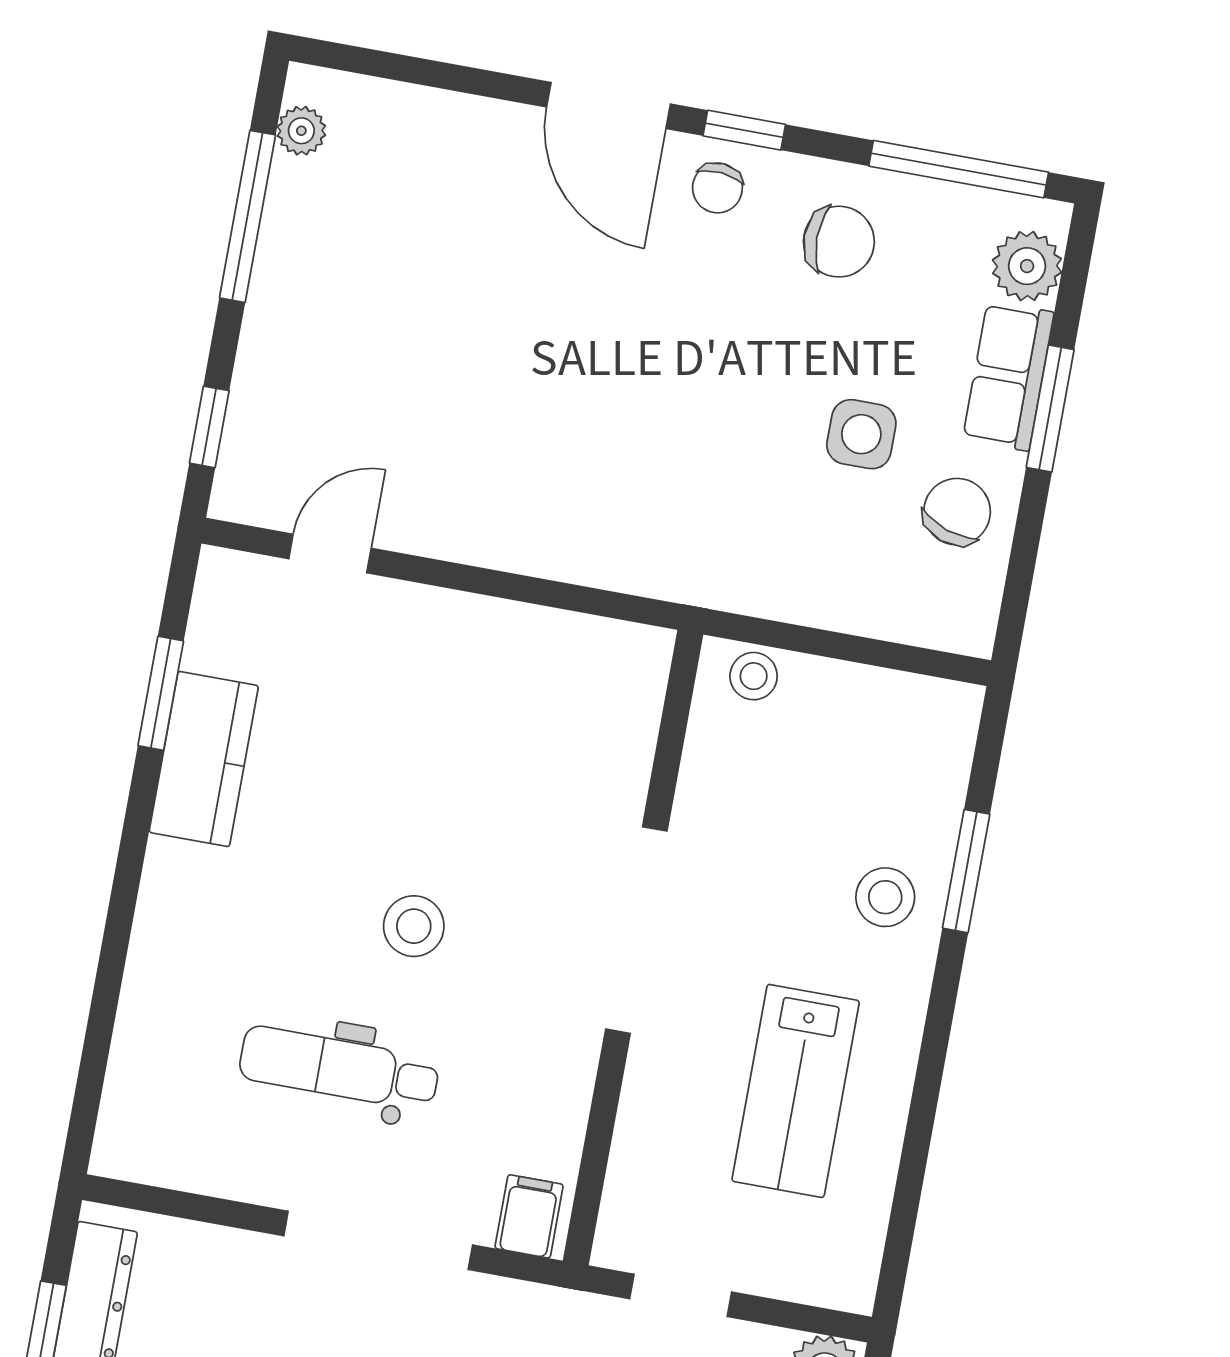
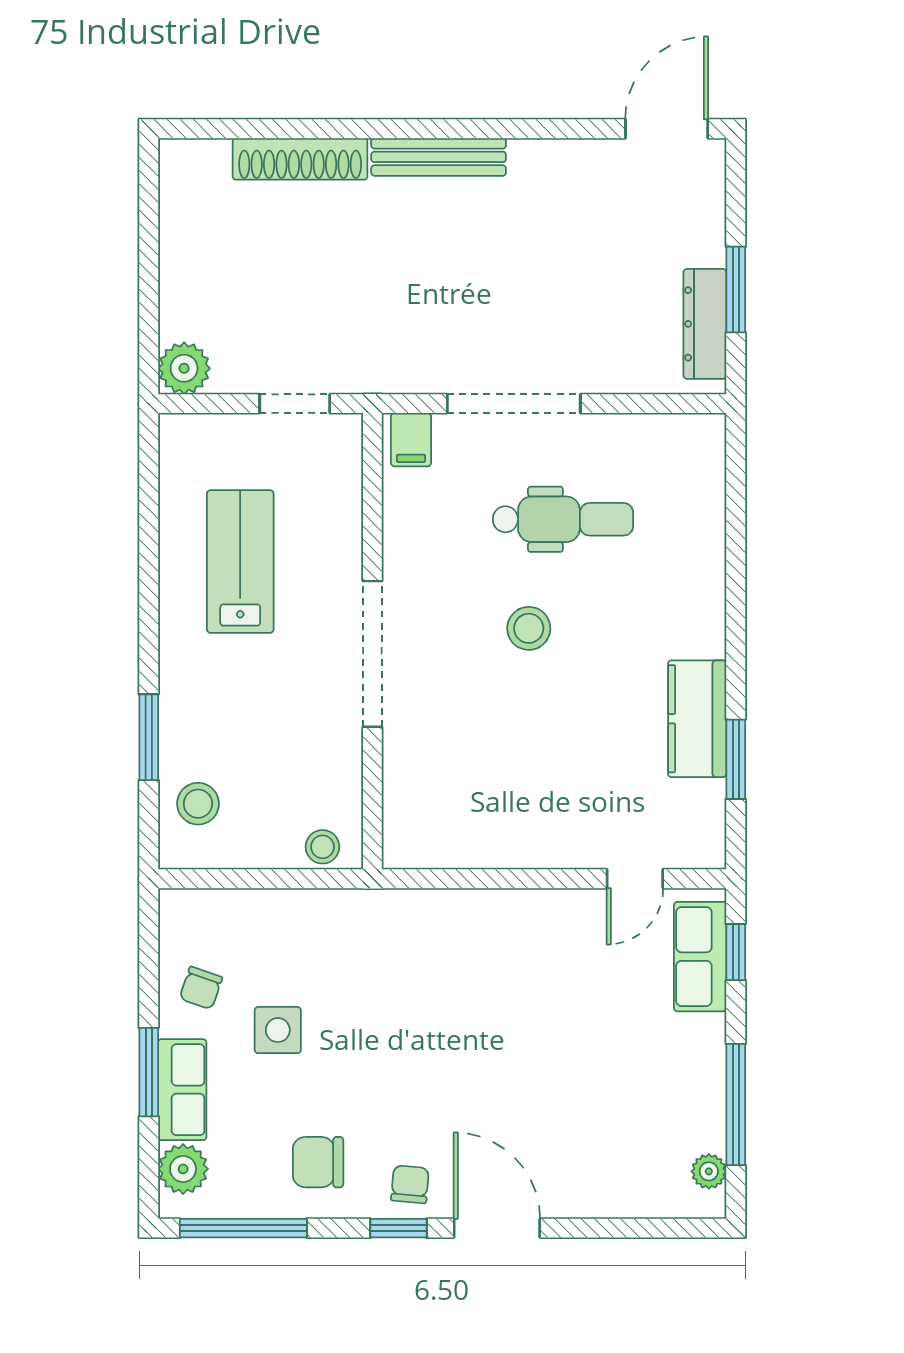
row of seats: (259, 430) -> (700, 957), added
chair: (957, 512) -> (201, 988), width x0.73, depth x0.73
stool: (885, 897) -> (198, 804), moved

